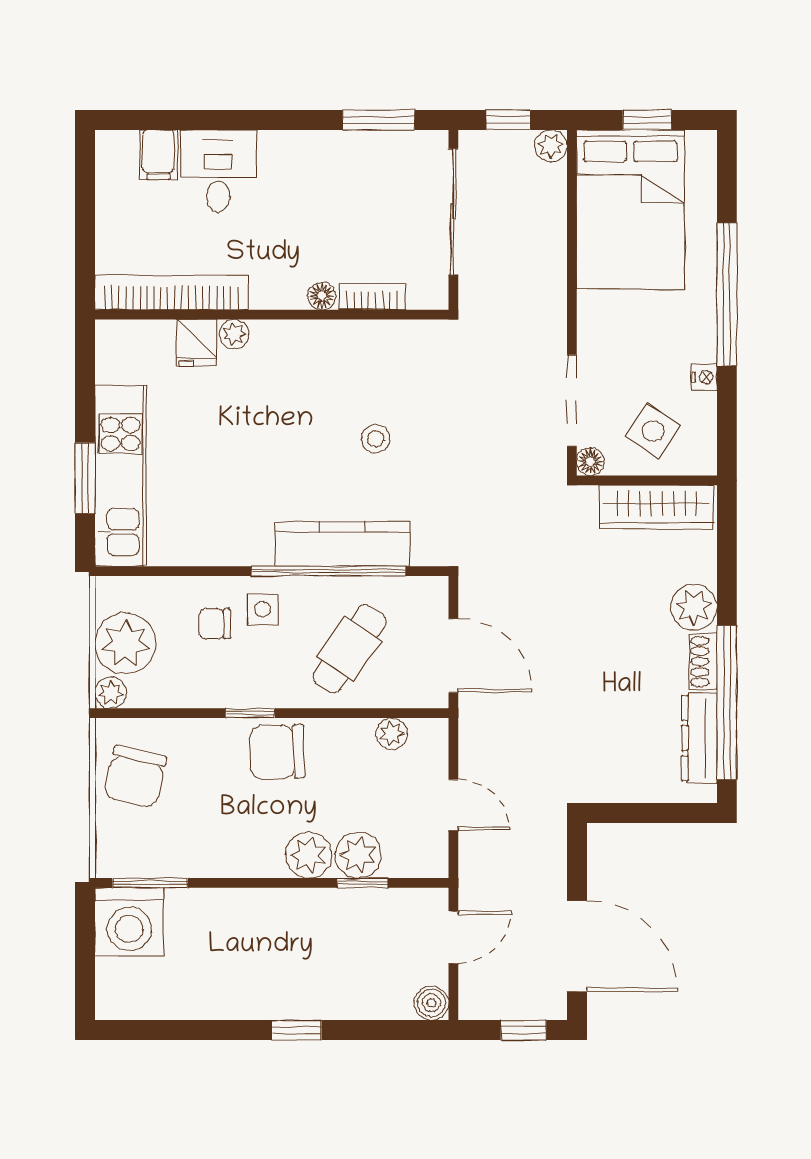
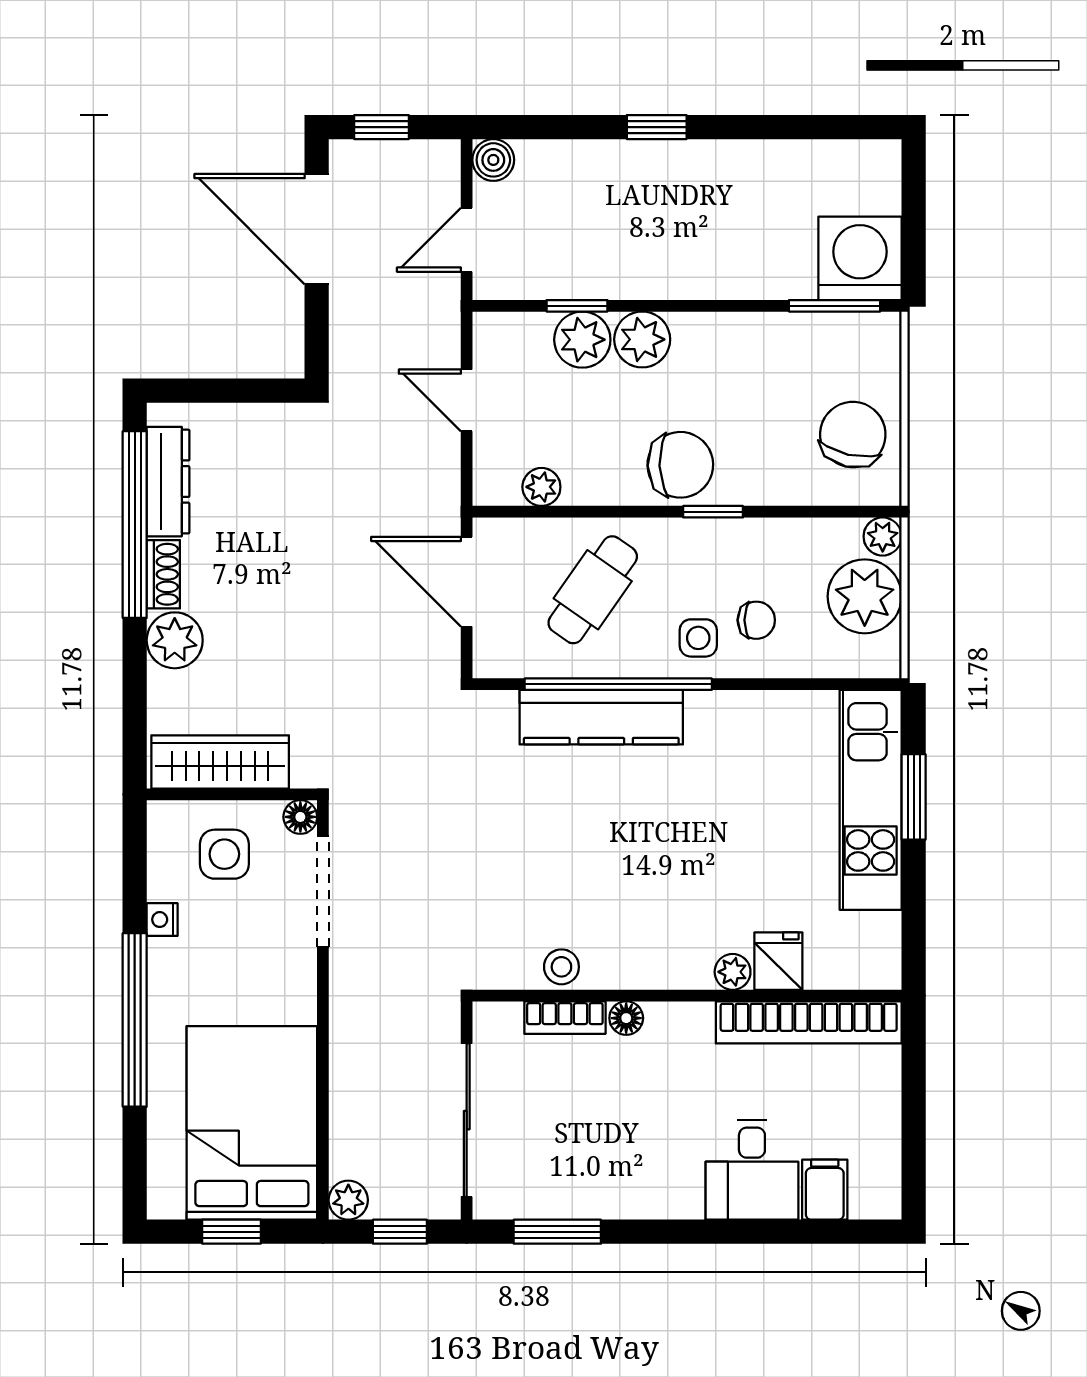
side table: (653, 431) -> (224, 854), turned -34
stool: (376, 439) -> (561, 967), moved

